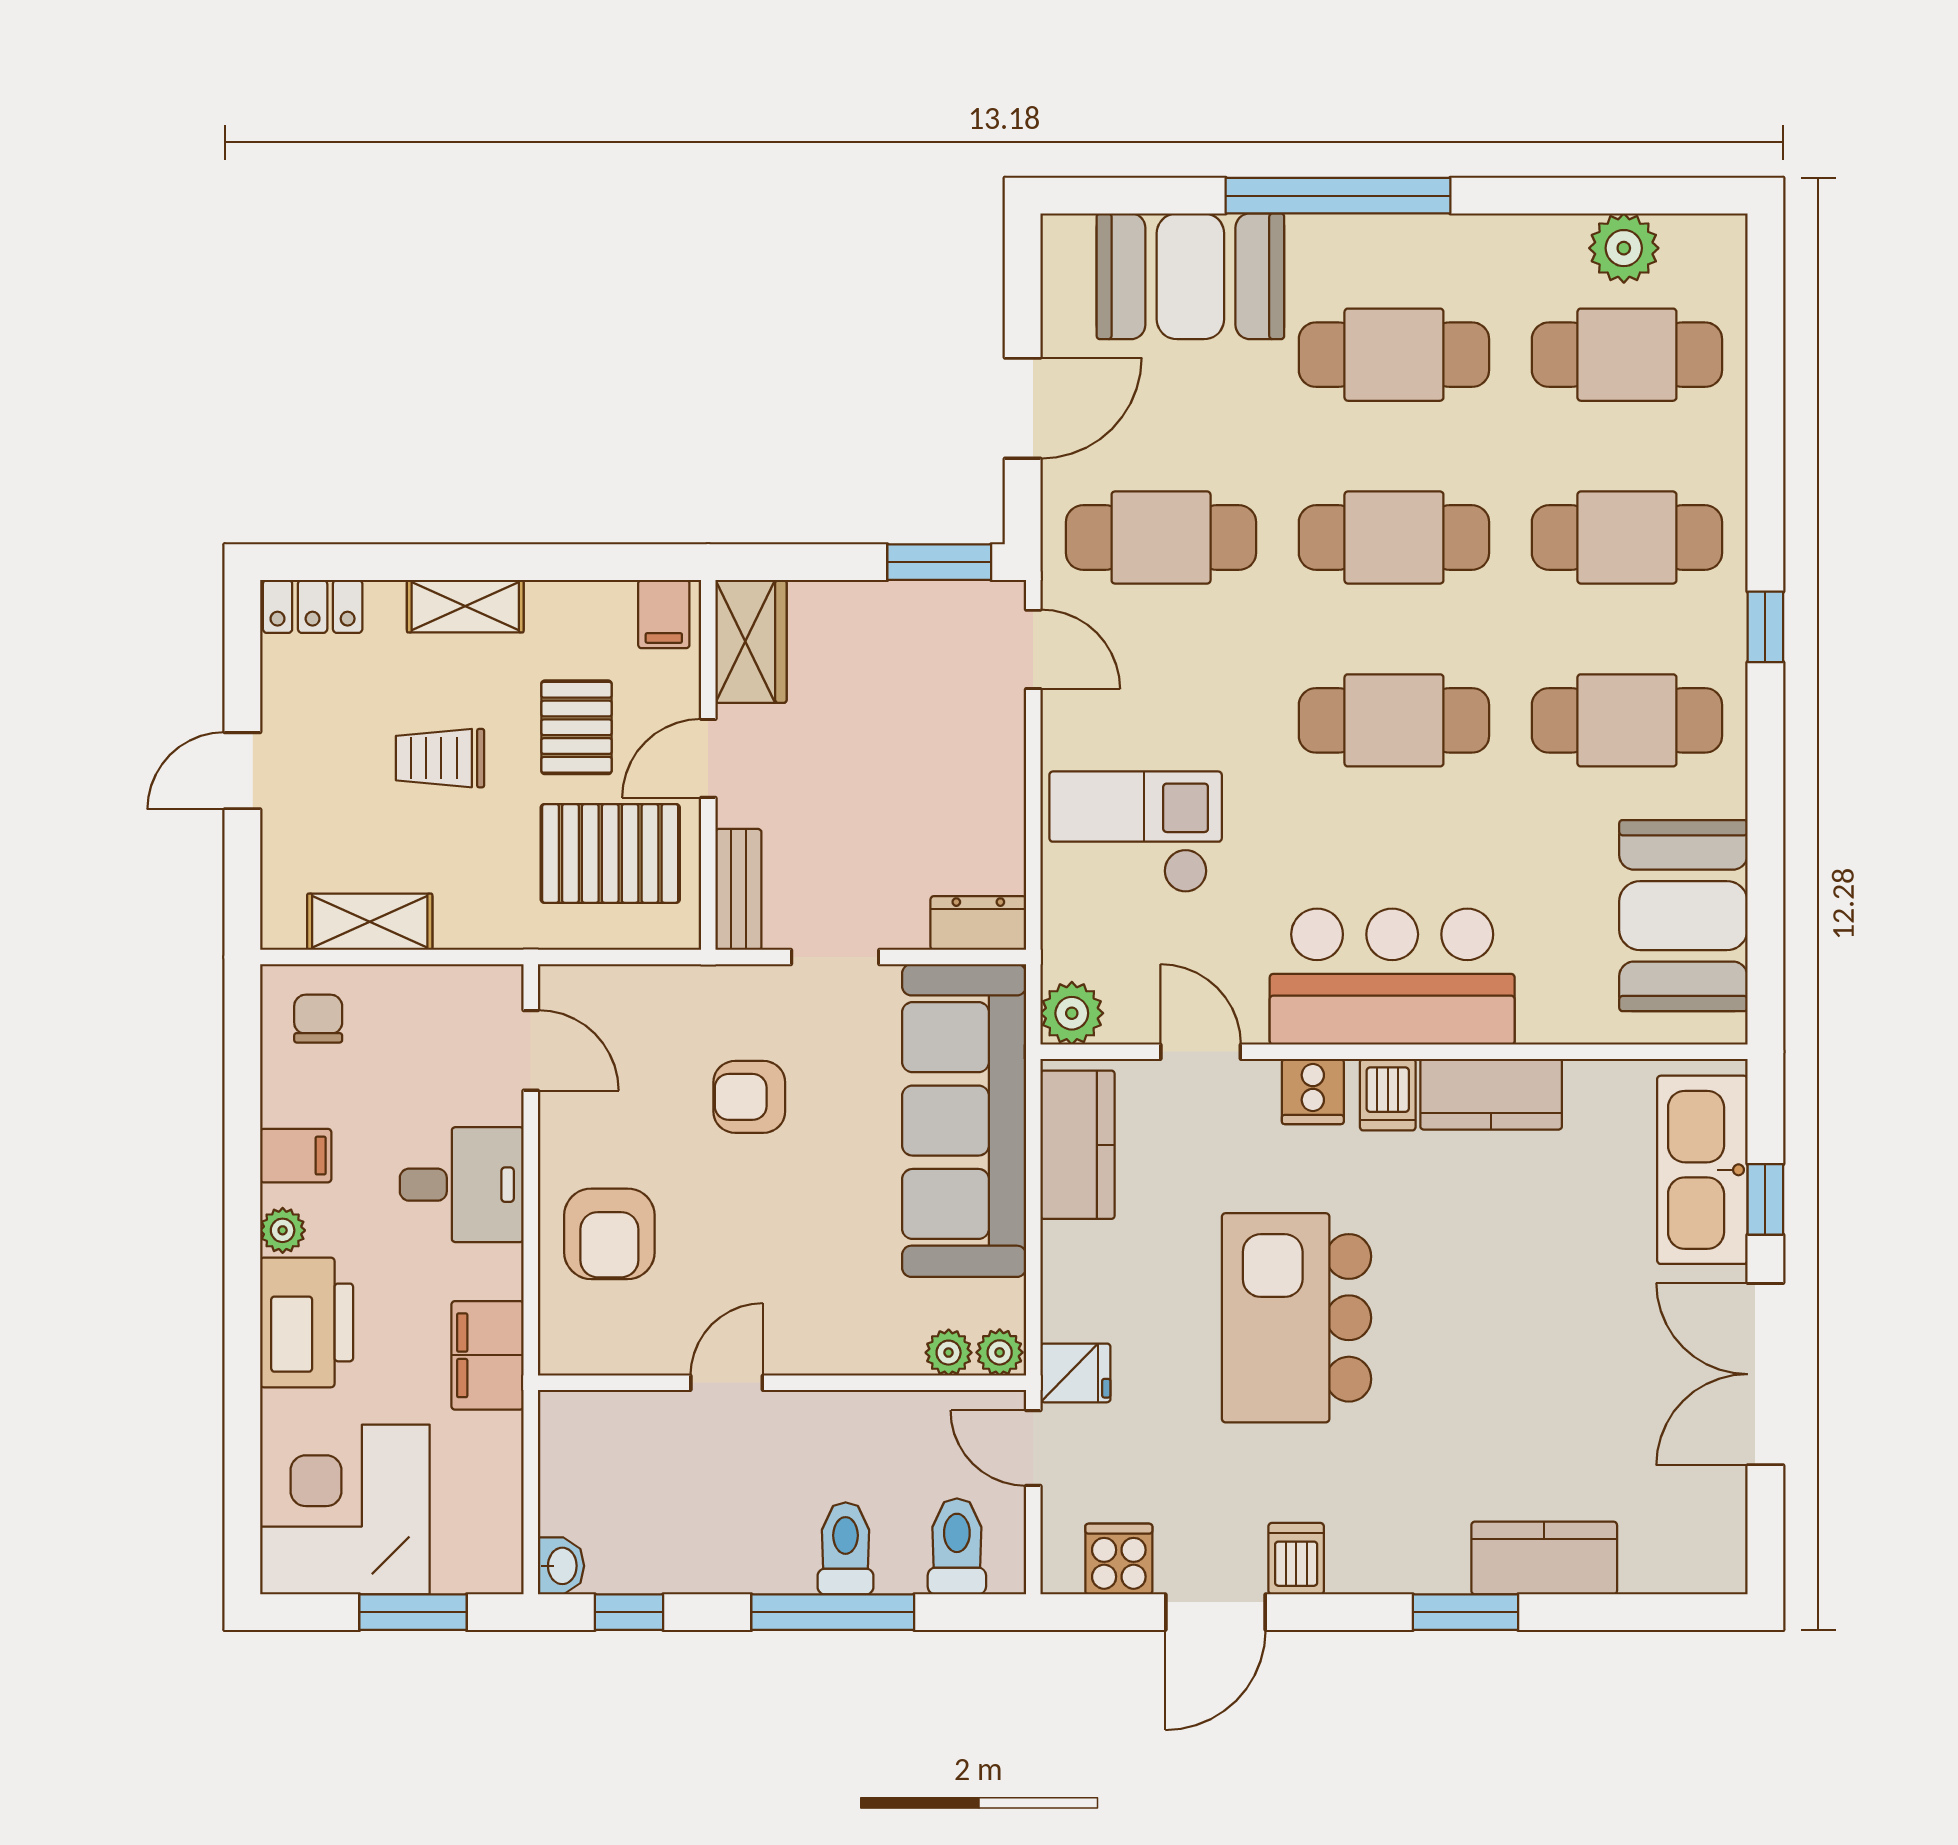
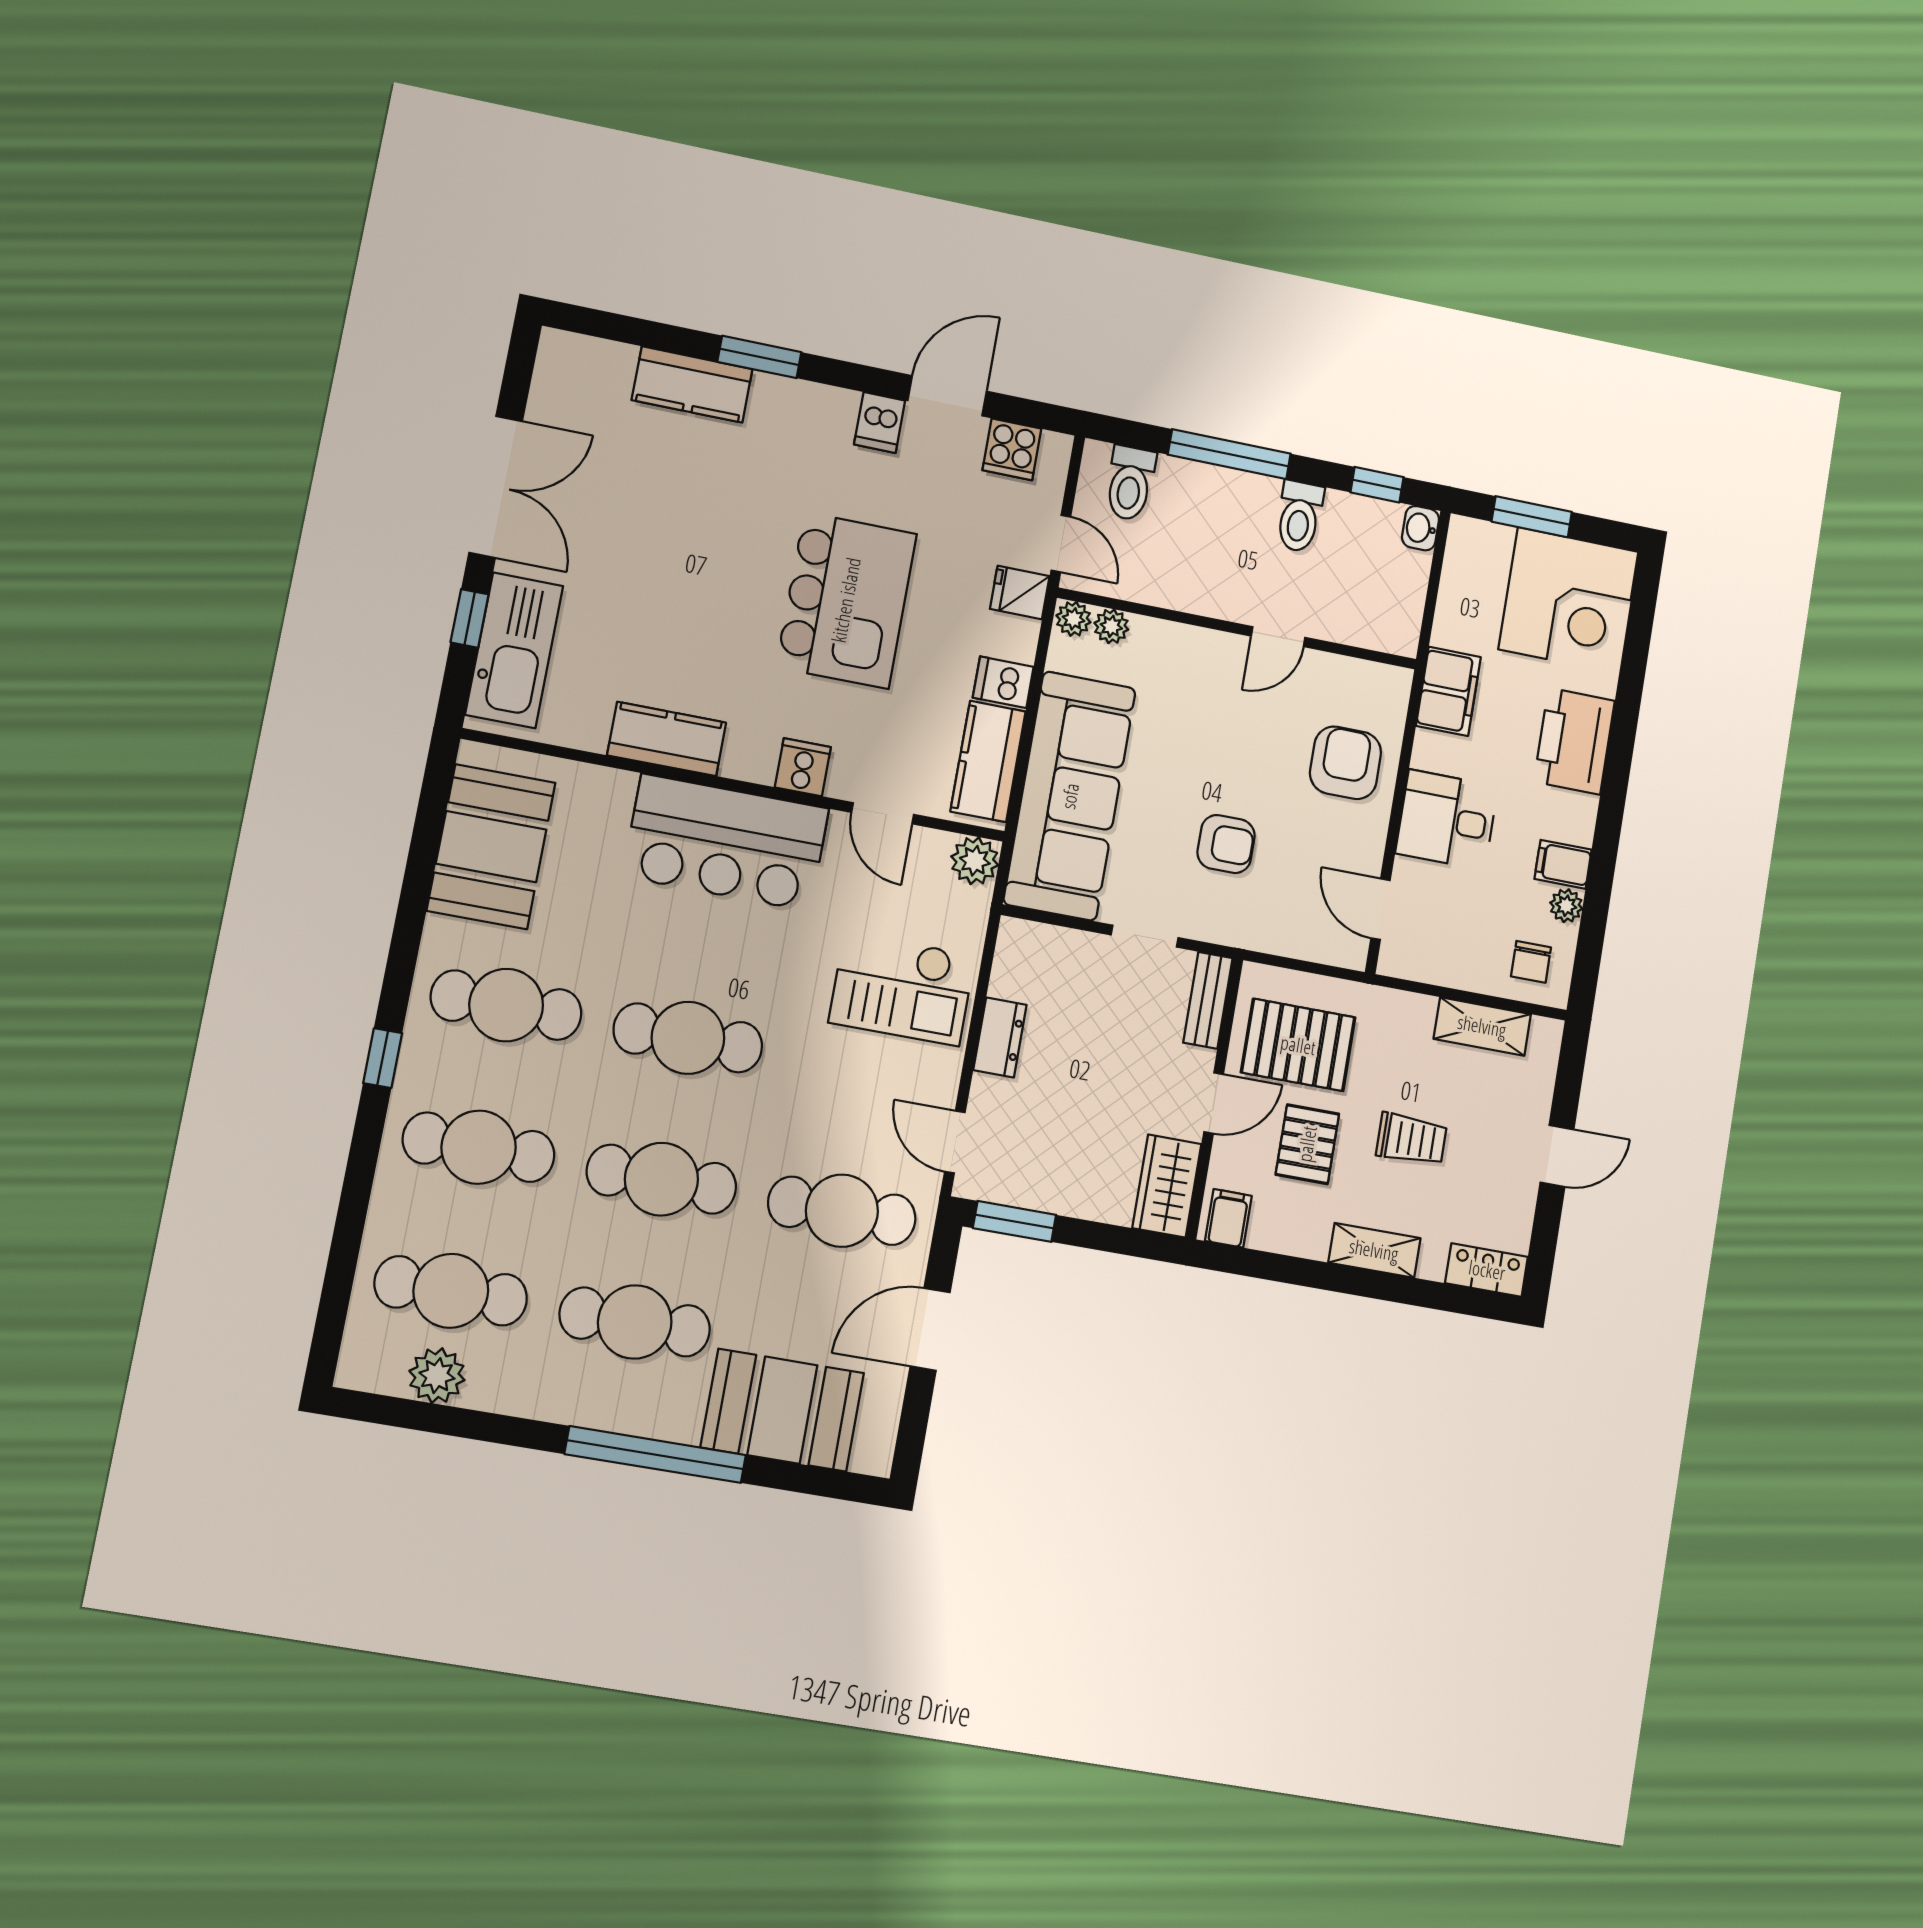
dresser: (978, 923) -> (1000, 1037), moved, turned -90
dishwasher: (1388, 1095) -> (1003, 682), moved, turned -90
plant: (283, 1230) -> (1566, 906), moved
toilet: (846, 1548) -> (1299, 516), moved

